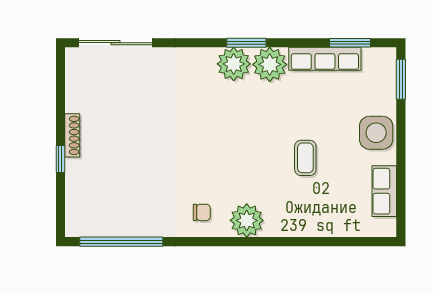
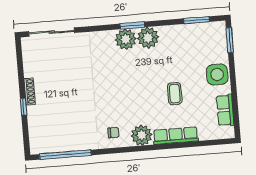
row of seats: (325, 59) -> (176, 136), moved, turned 180

